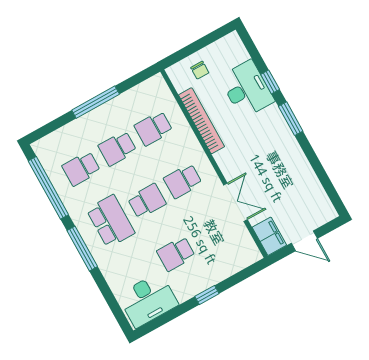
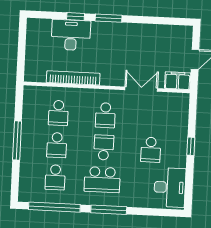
chair: (200, 70) -> (39, 58), removed
school desk: (111, 221) -> (102, 180), turned 180

